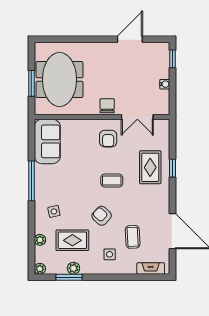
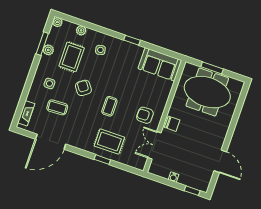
window: (31, 181) -> (132, 40), width x0.46
armchair: (102, 216) -> (83, 88), turned -79

